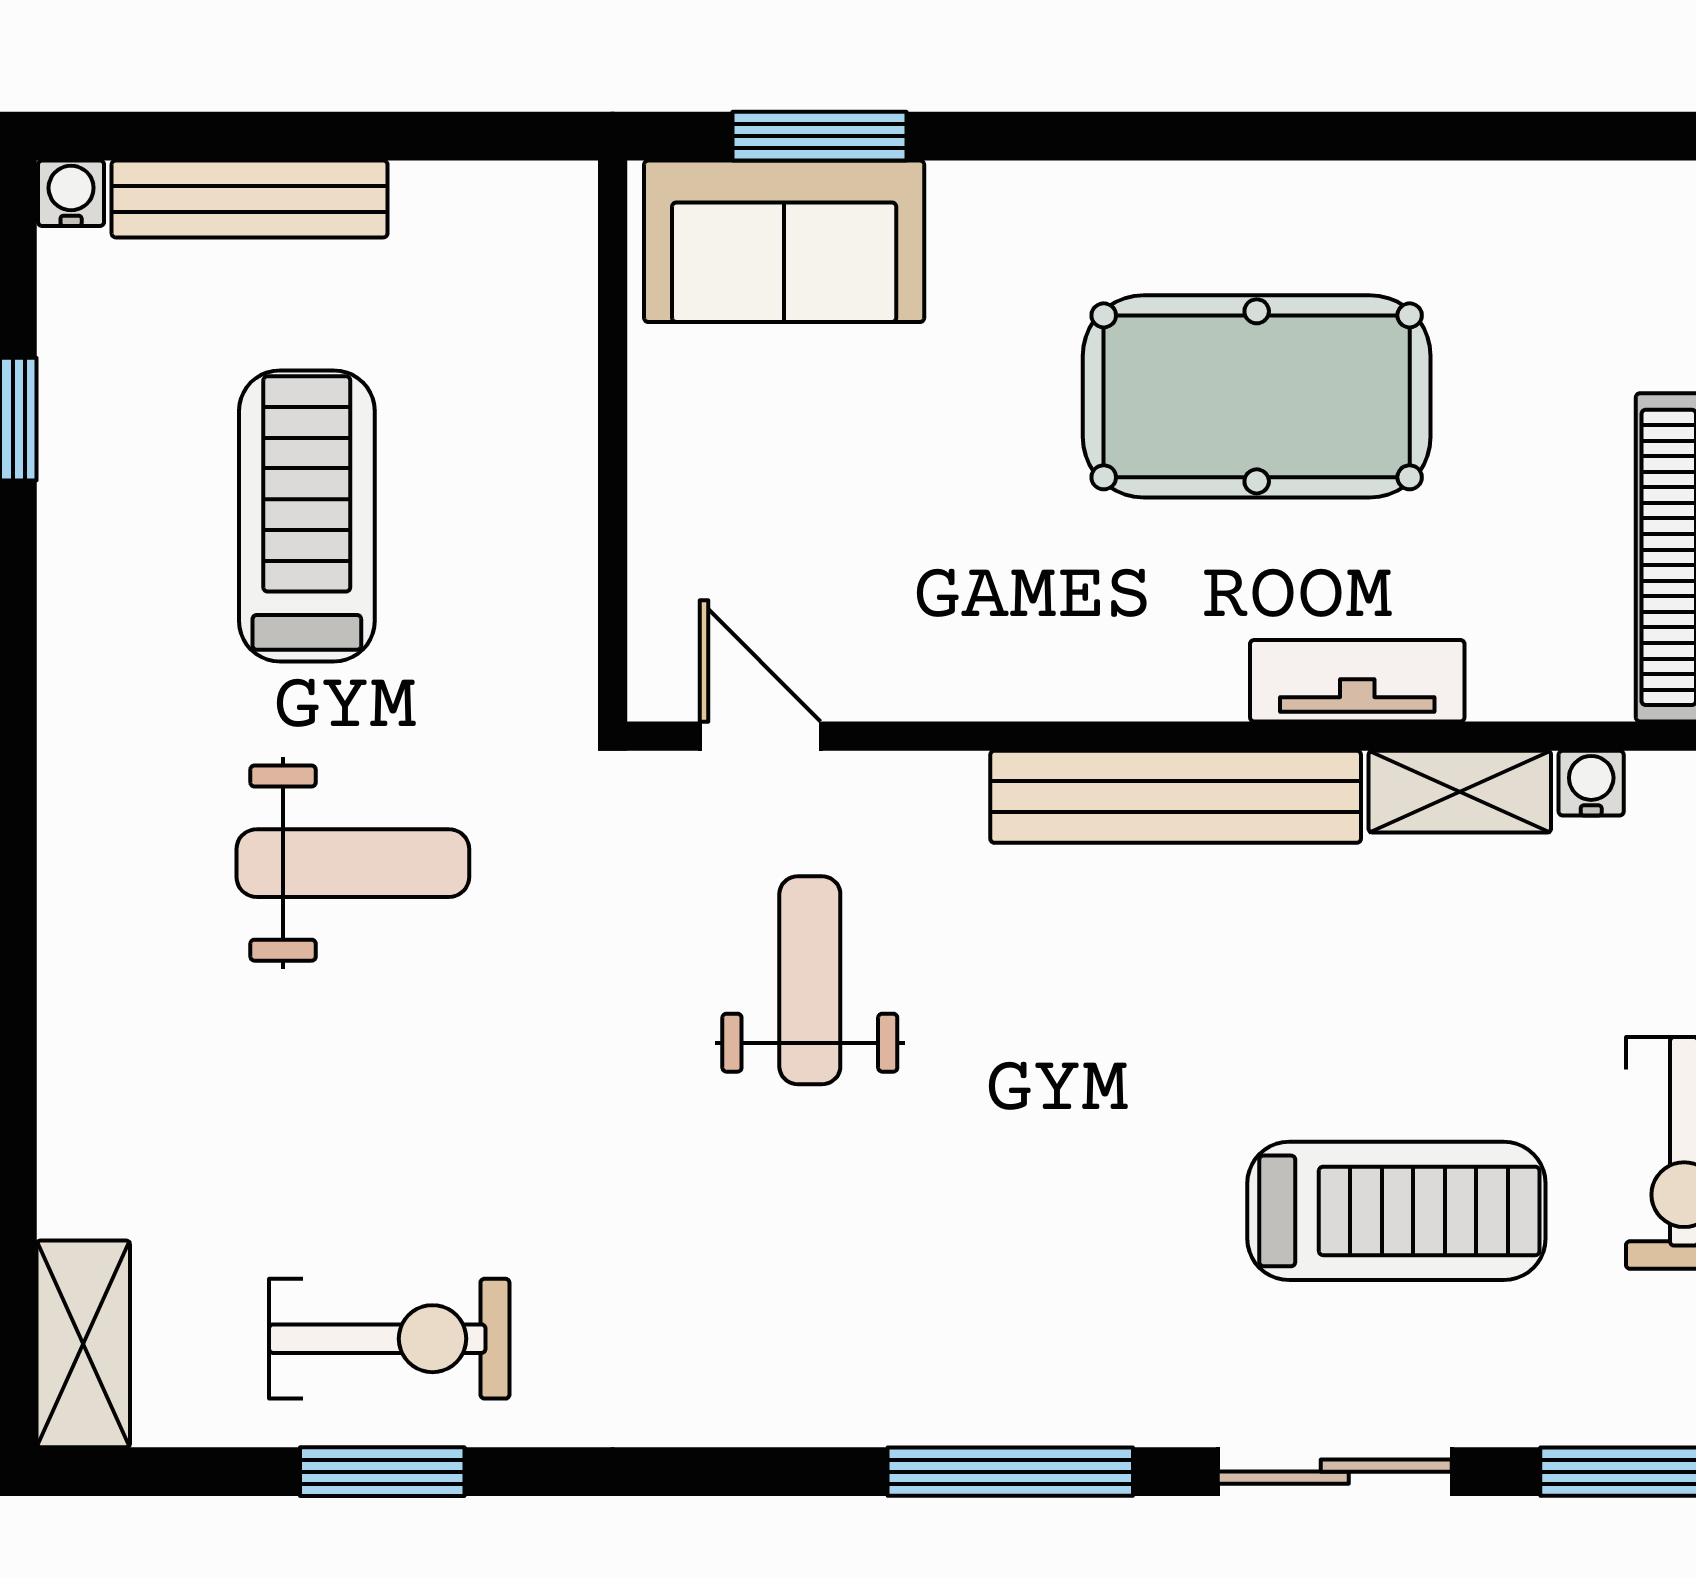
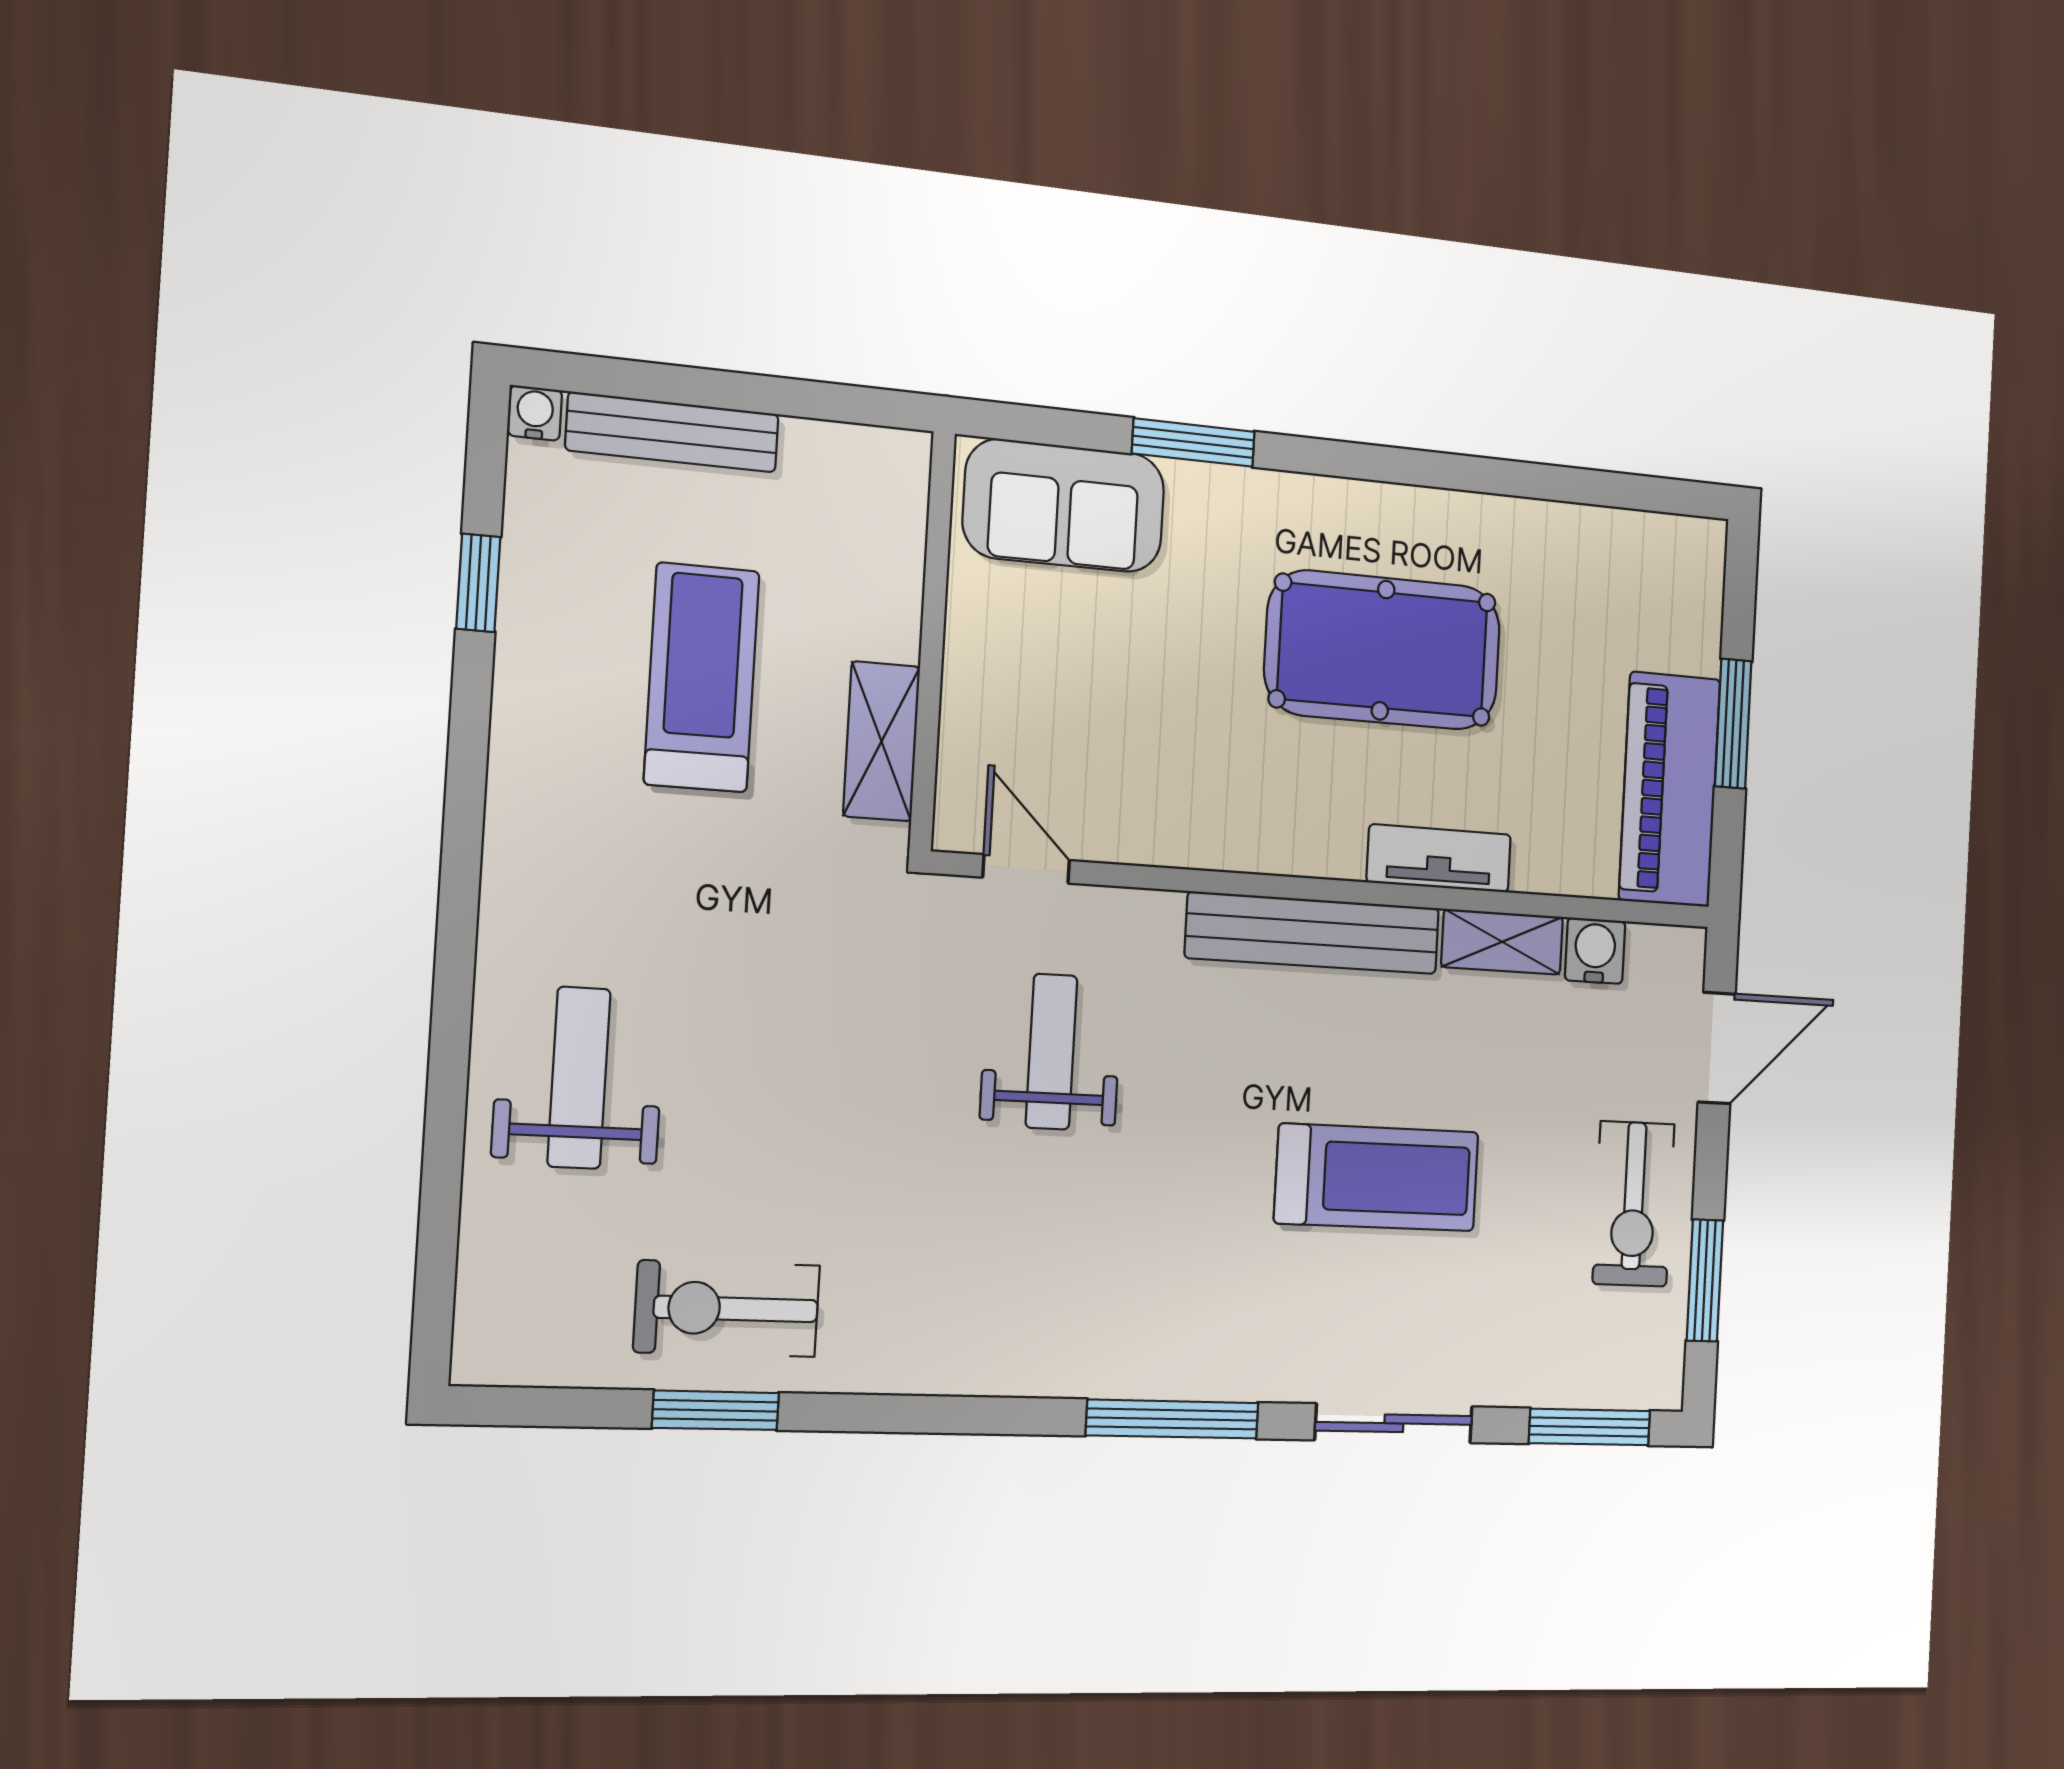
window: (819, 136) -> (1193, 442), moved
water cooler: (1591, 783) -> (1595, 951), width x1.38, depth x1.38
weight bench: (353, 863) -> (579, 1078), moved, turned -90
treadmill: (1396, 1211) -> (1377, 1178), moved
exercise bike: (389, 1339) -> (727, 1309), turned 180
shelving: (83, 1344) -> (882, 741), moved

